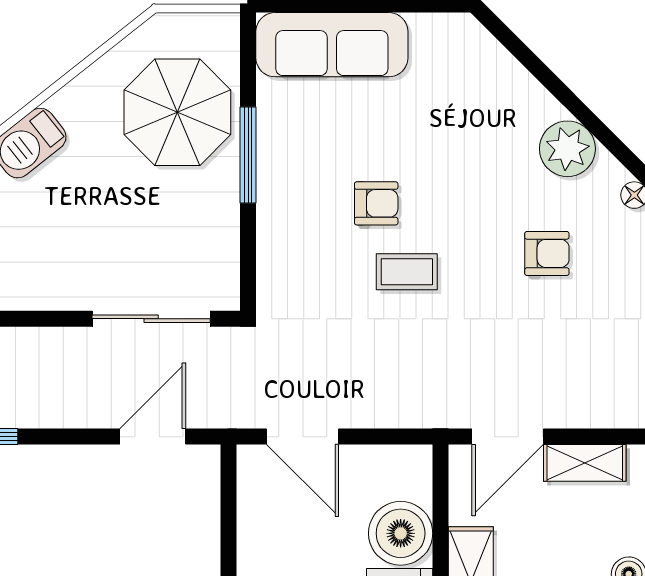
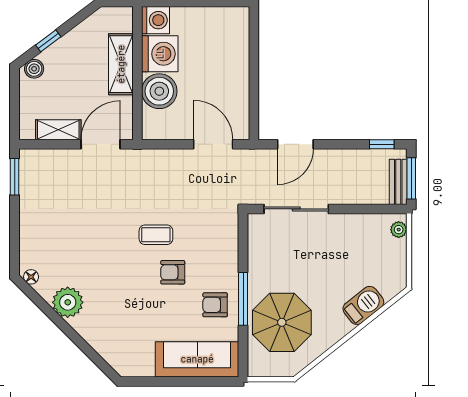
armchair: (547, 253) -> (215, 305), moved

